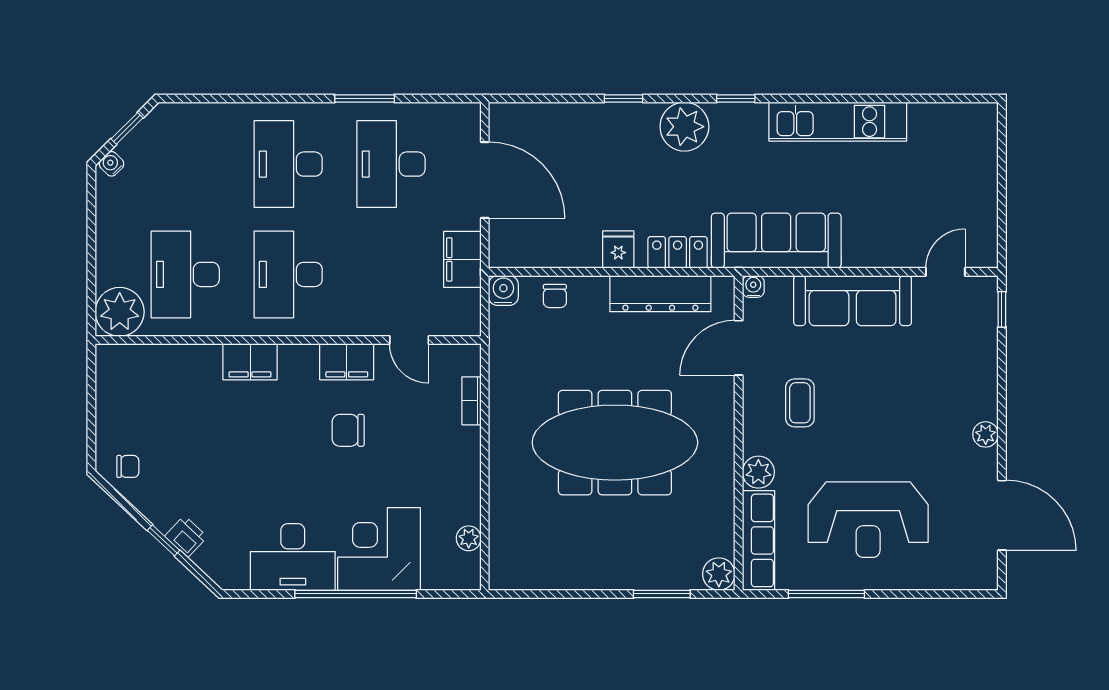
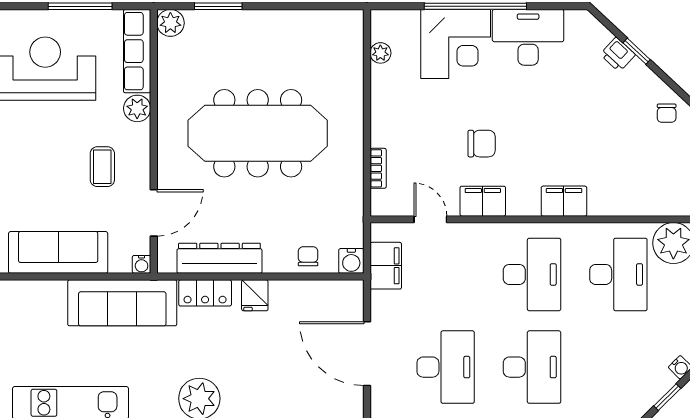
filing cabinet: (462, 259) -> (386, 266), moved
chair: (128, 466) -> (667, 113), turned -90

